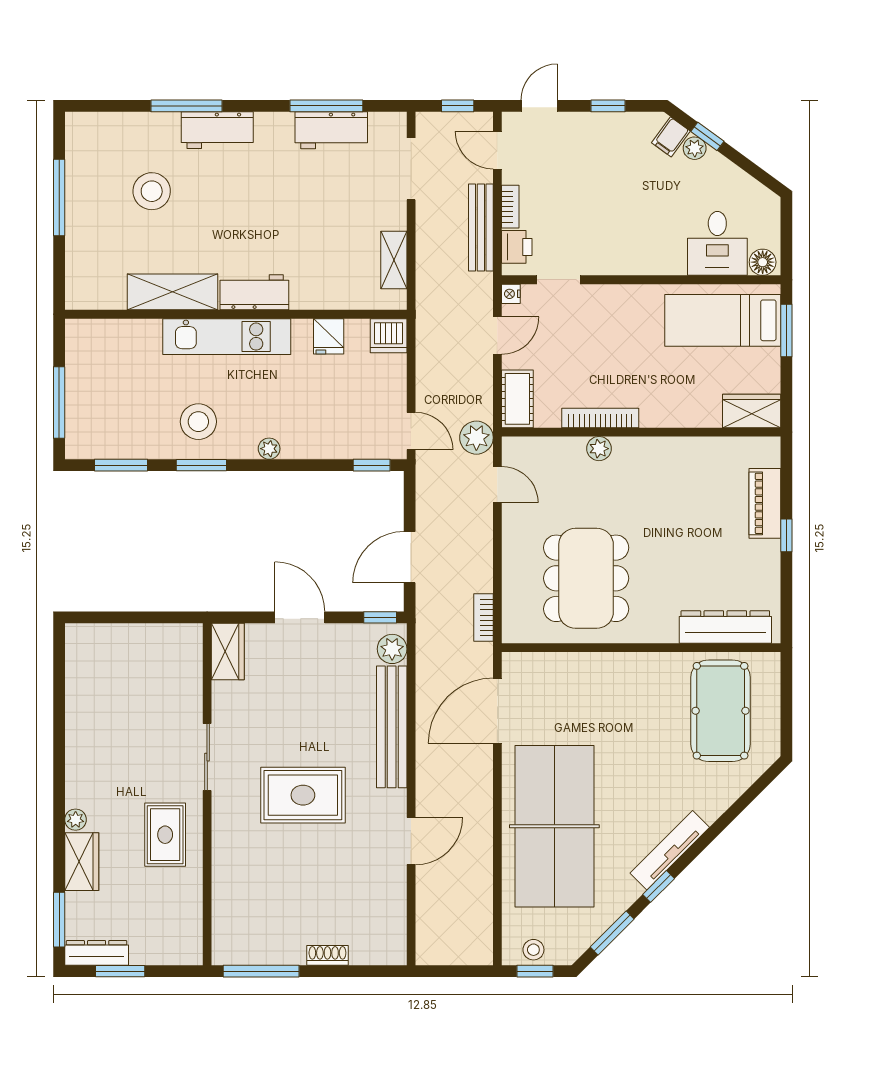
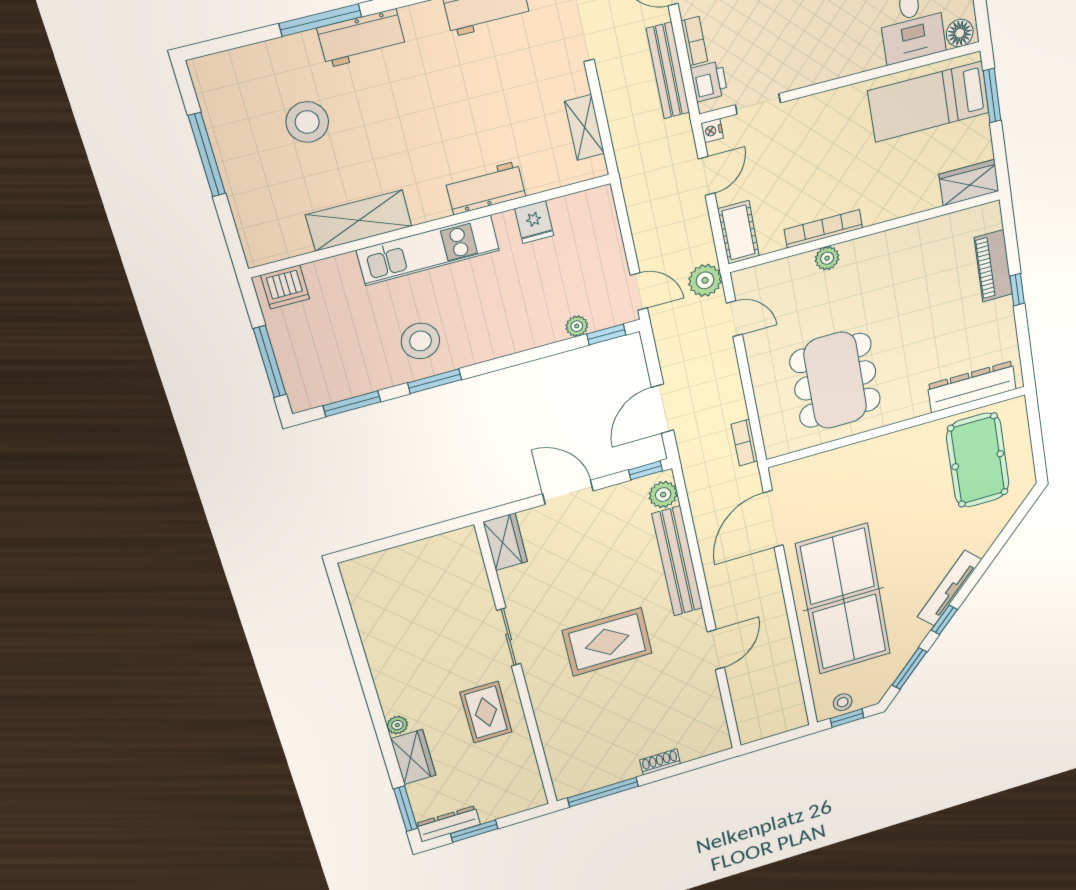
workbench: (254, 292) -> (485, 188), moved
dishwasher: (389, 336) -> (285, 287), moved
plant: (269, 449) -> (577, 326), moved

